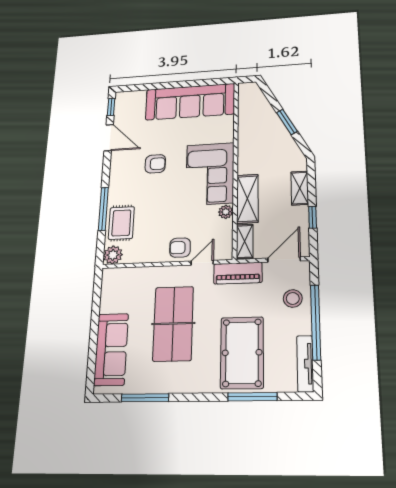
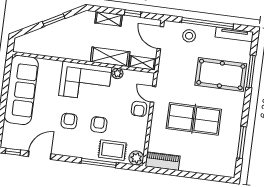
armchair: (154, 200) -> (99, 125), added
piano: (238, 273) -> (162, 161), moved, turned -90
sofa: (111, 349) -> (205, 163), removed

